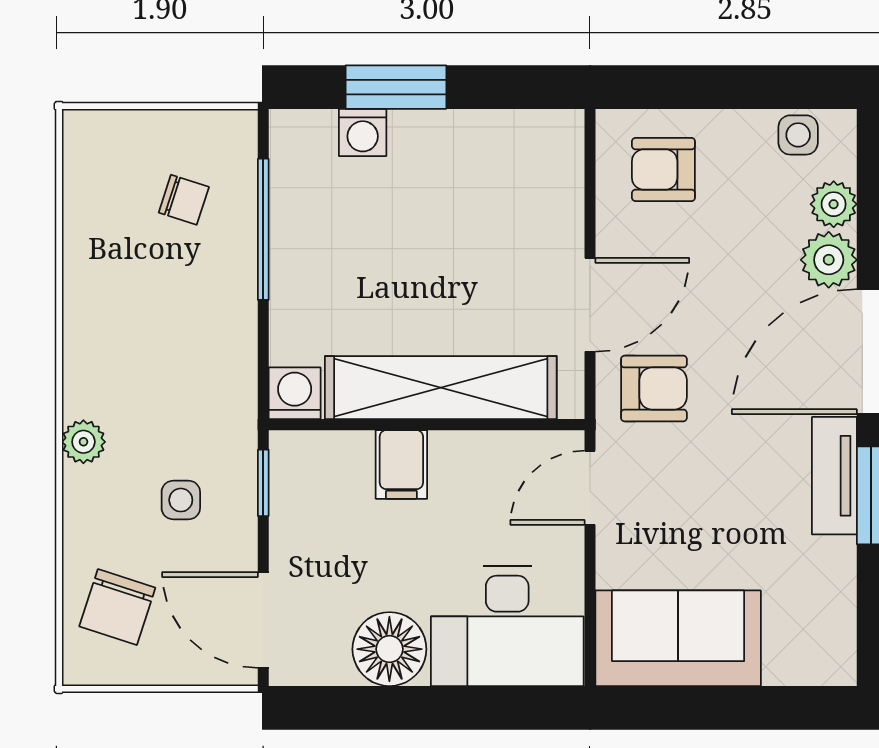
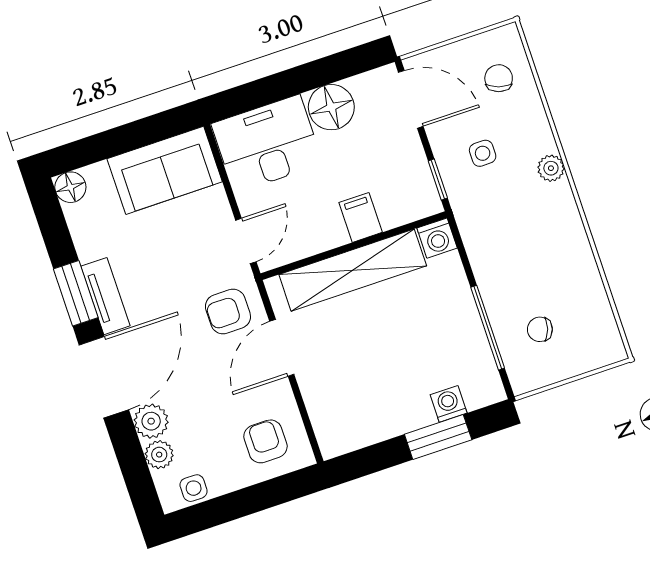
armchair: (663, 169) -> (265, 441), turned -90
chair: (117, 607) -> (499, 78), width x0.73, depth x0.73
floor lamp: (832, 661) -> (70, 187), added

